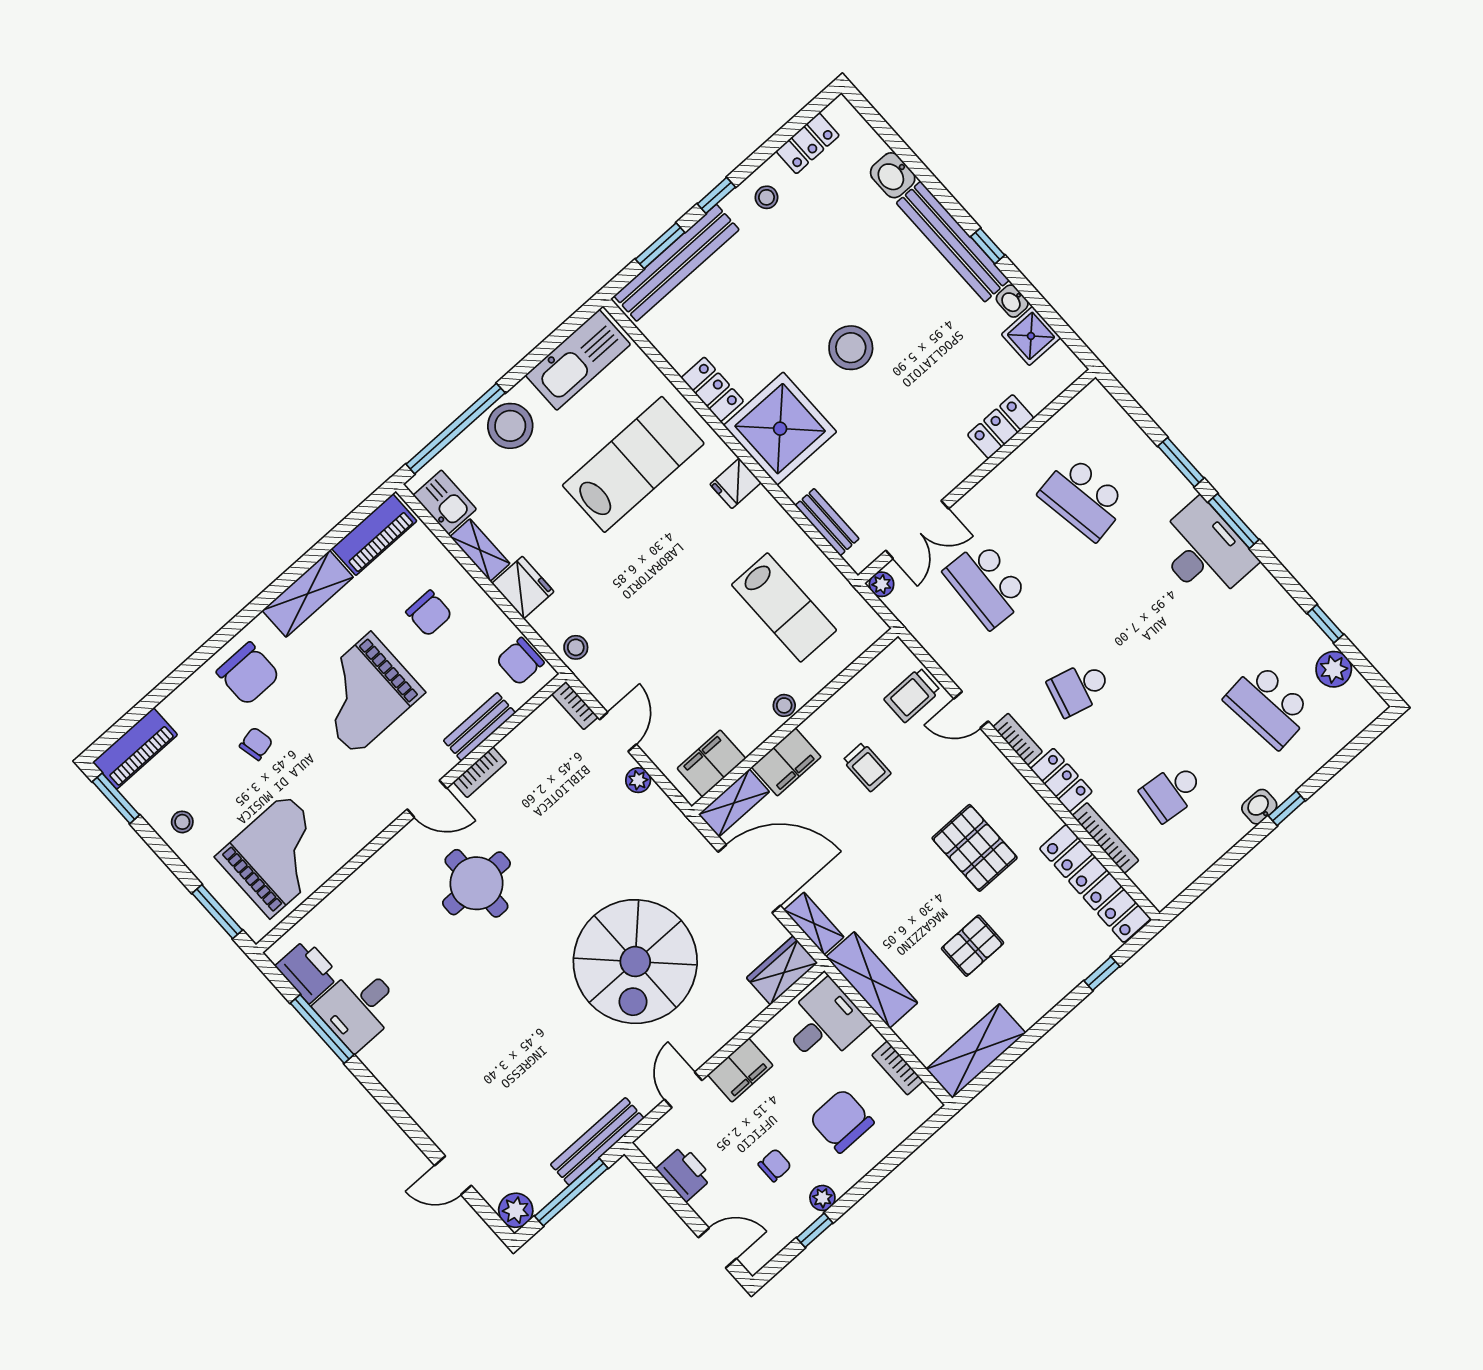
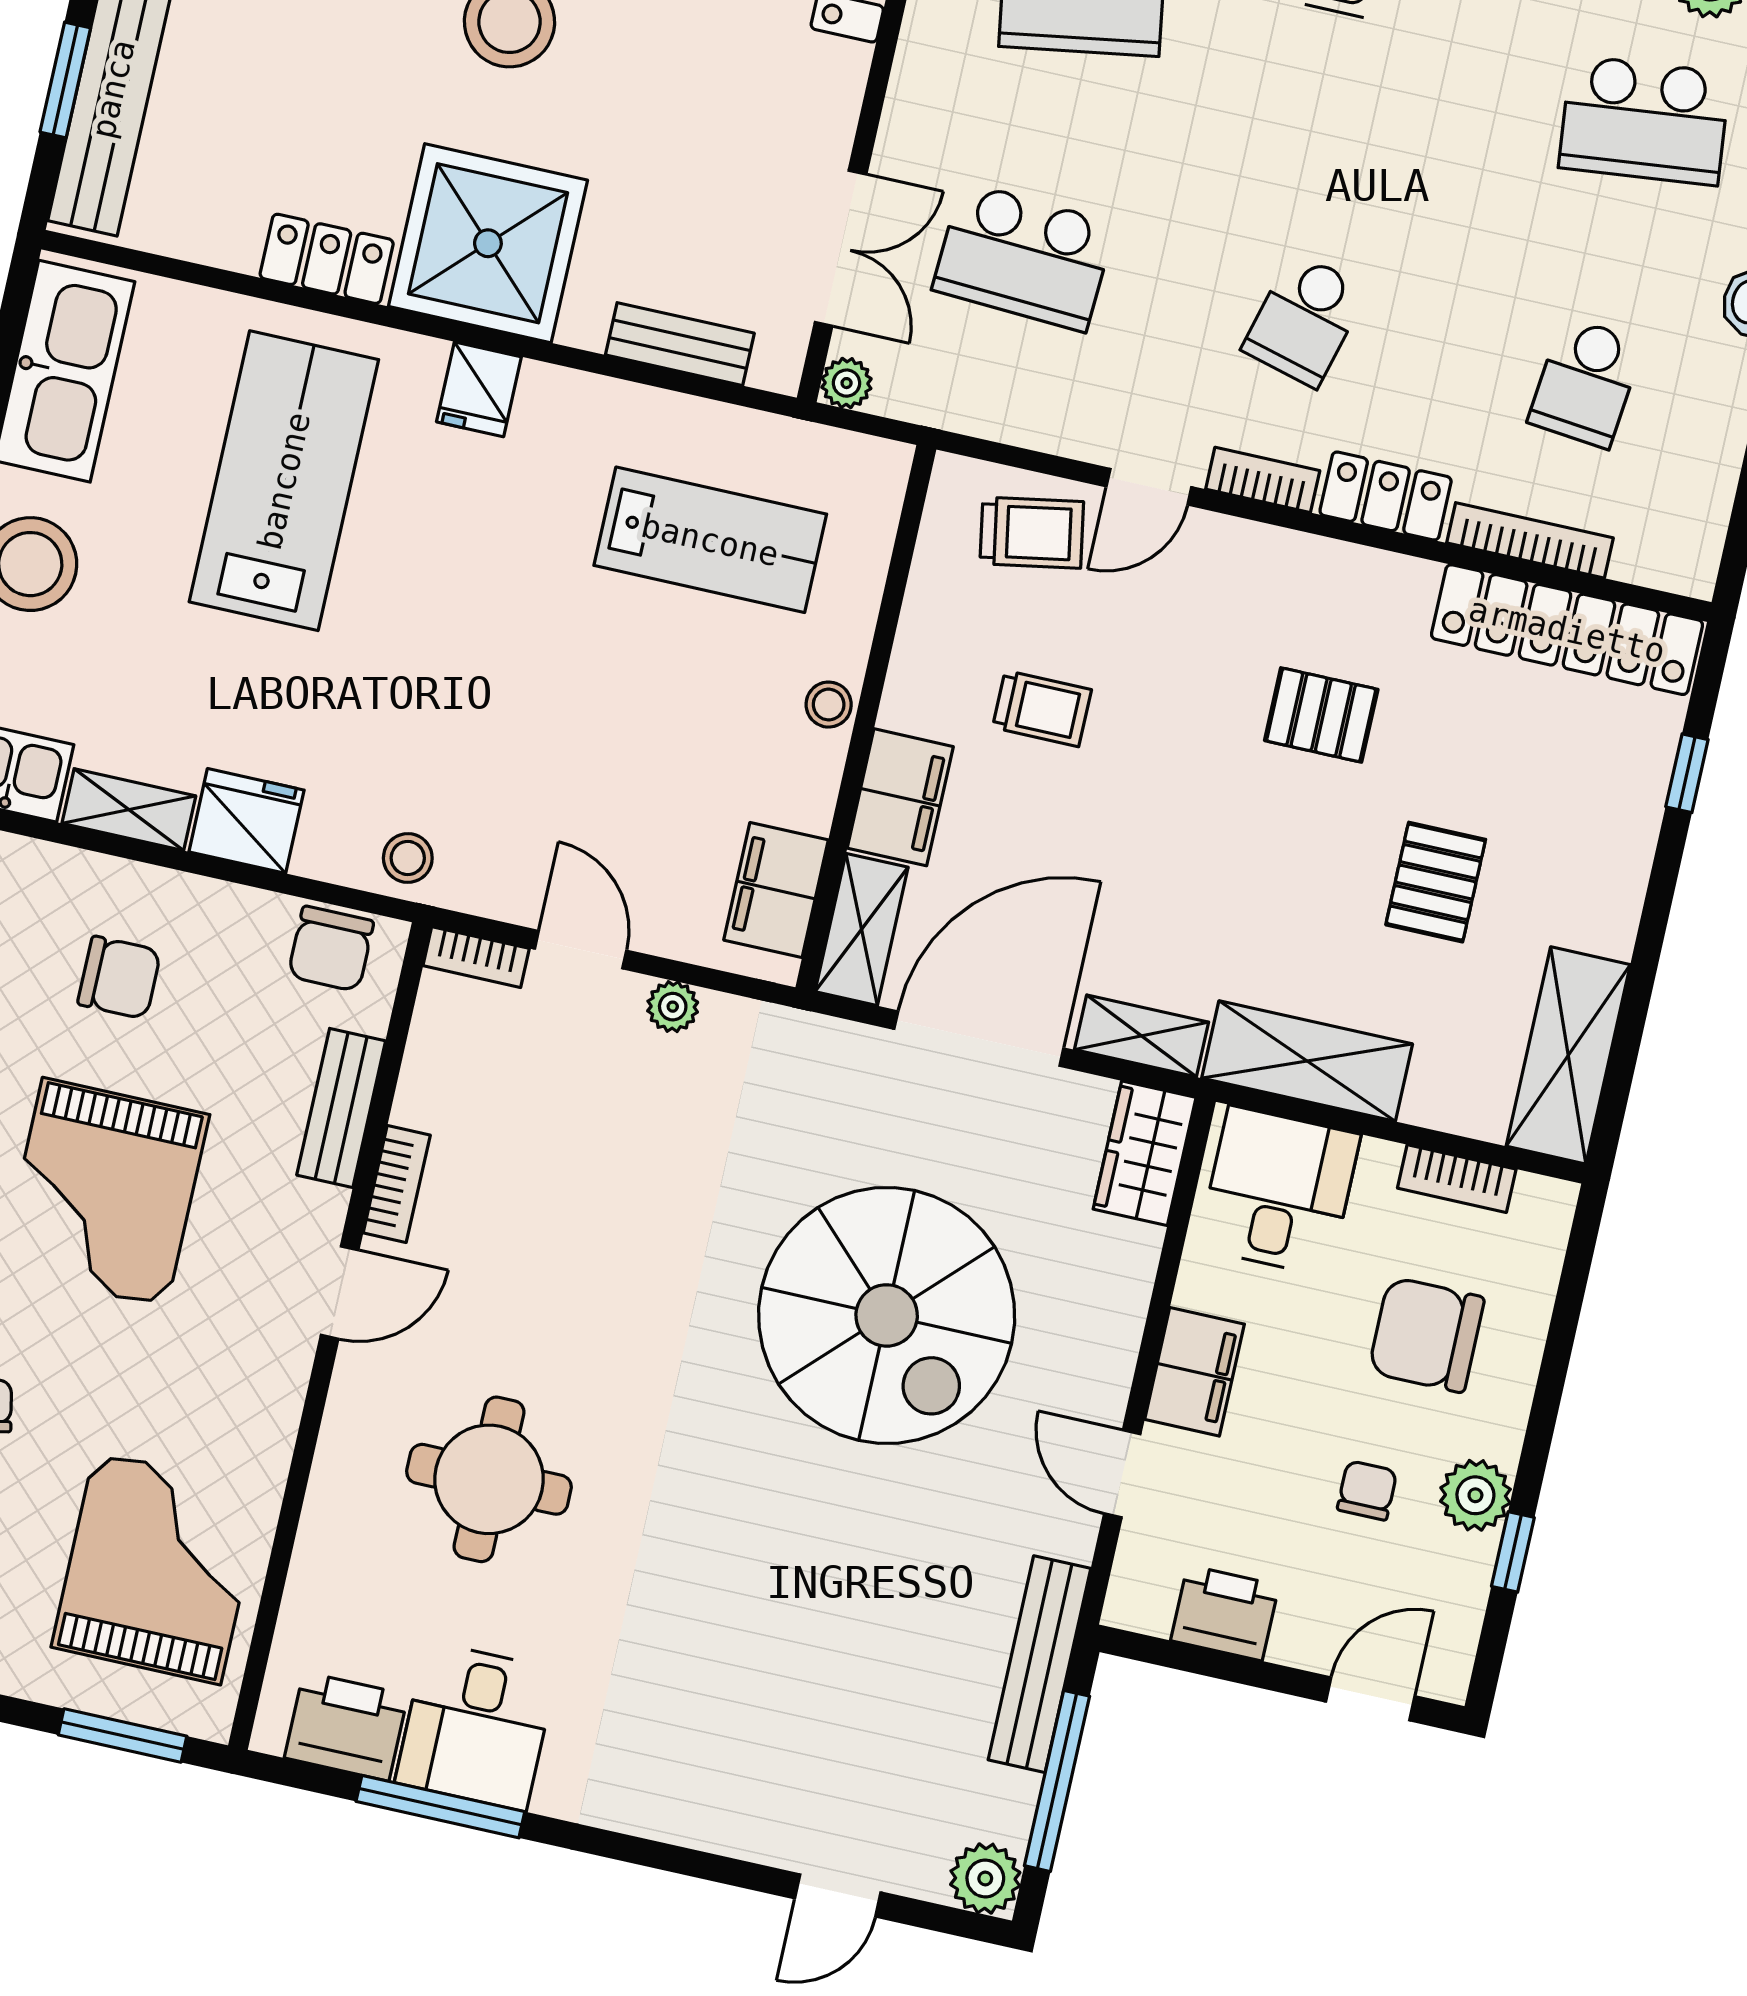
trolley: (912, 695) -> (1032, 533), turned -100
pallet: (975, 848) -> (1321, 715), width x0.67, depth x0.71
round table: (476, 883) -> (489, 1479), moved
plant: (822, 1198) -> (1475, 1495), width x1.38, depth x1.38

